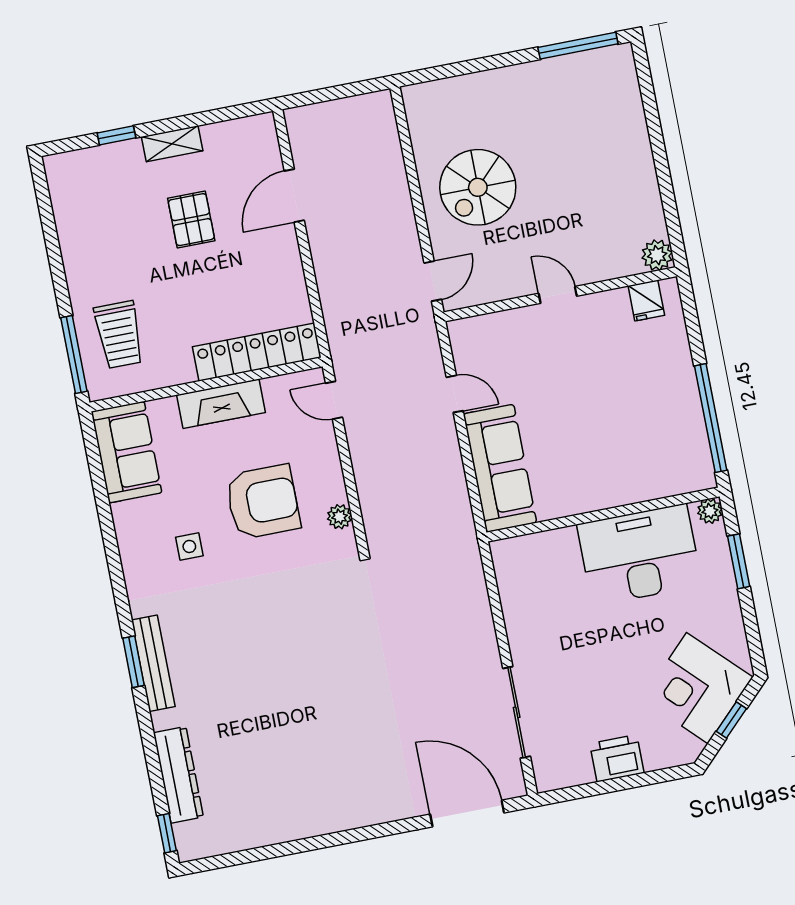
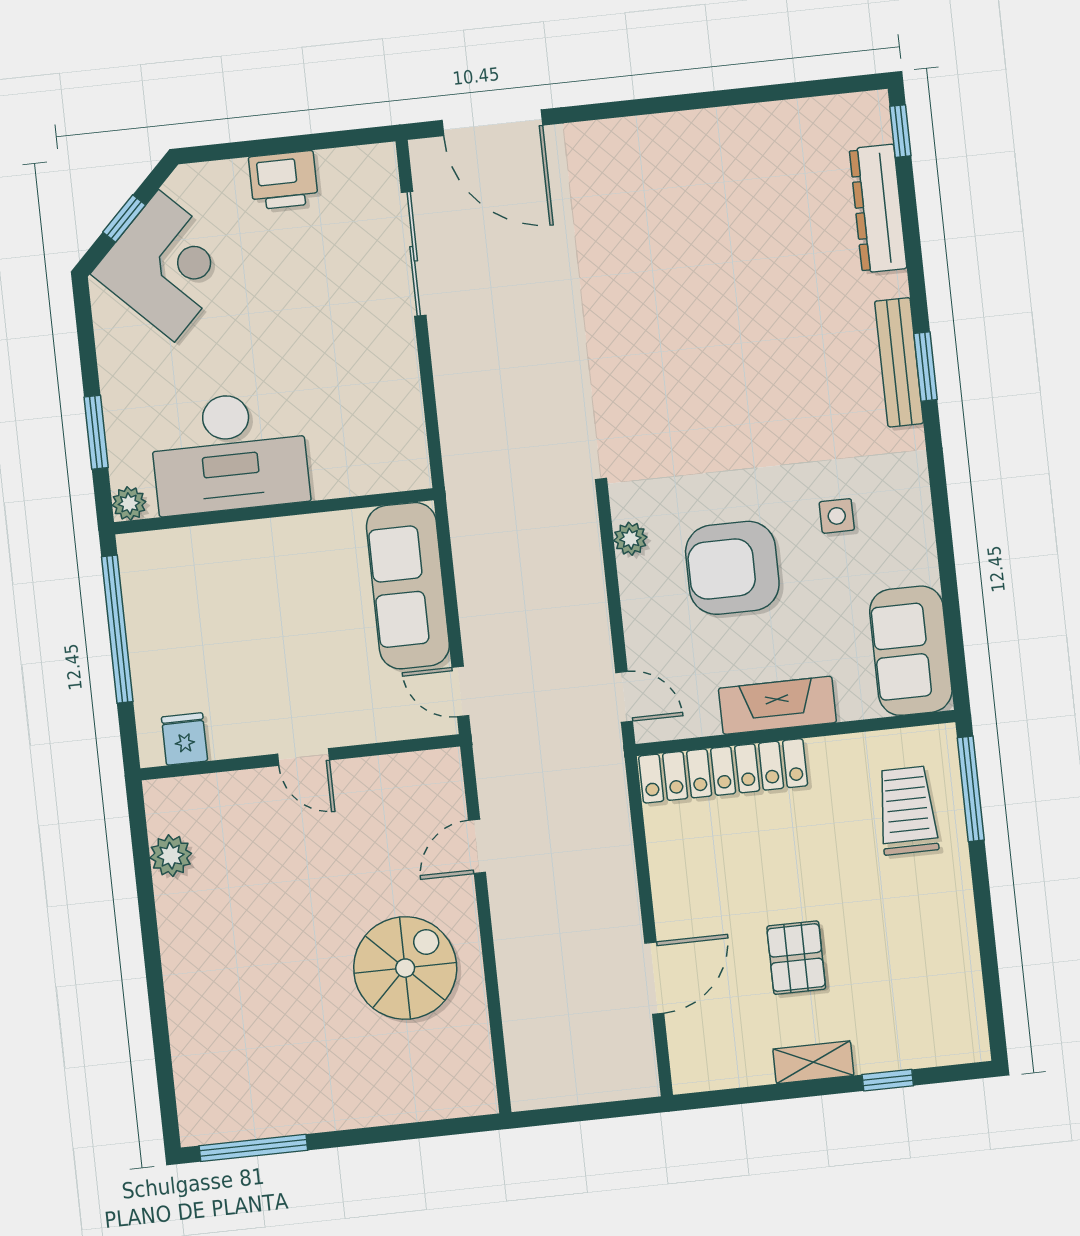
wall: (560, 294) -> (300, 757), moved
door: (558, 295) -> (304, 757), moved
fridge: (646, 301) -> (185, 739), moved

